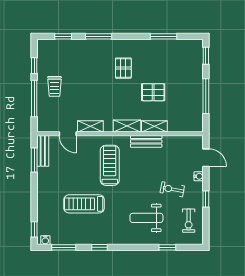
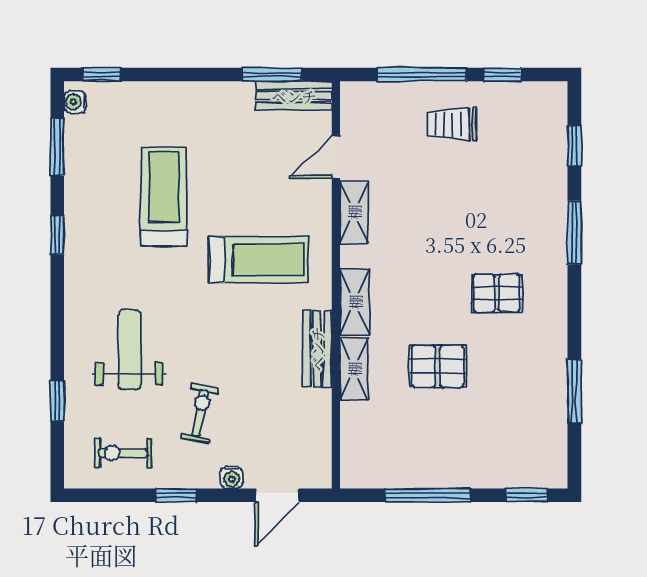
pallet: (153, 92) -> (438, 366), turned 90

